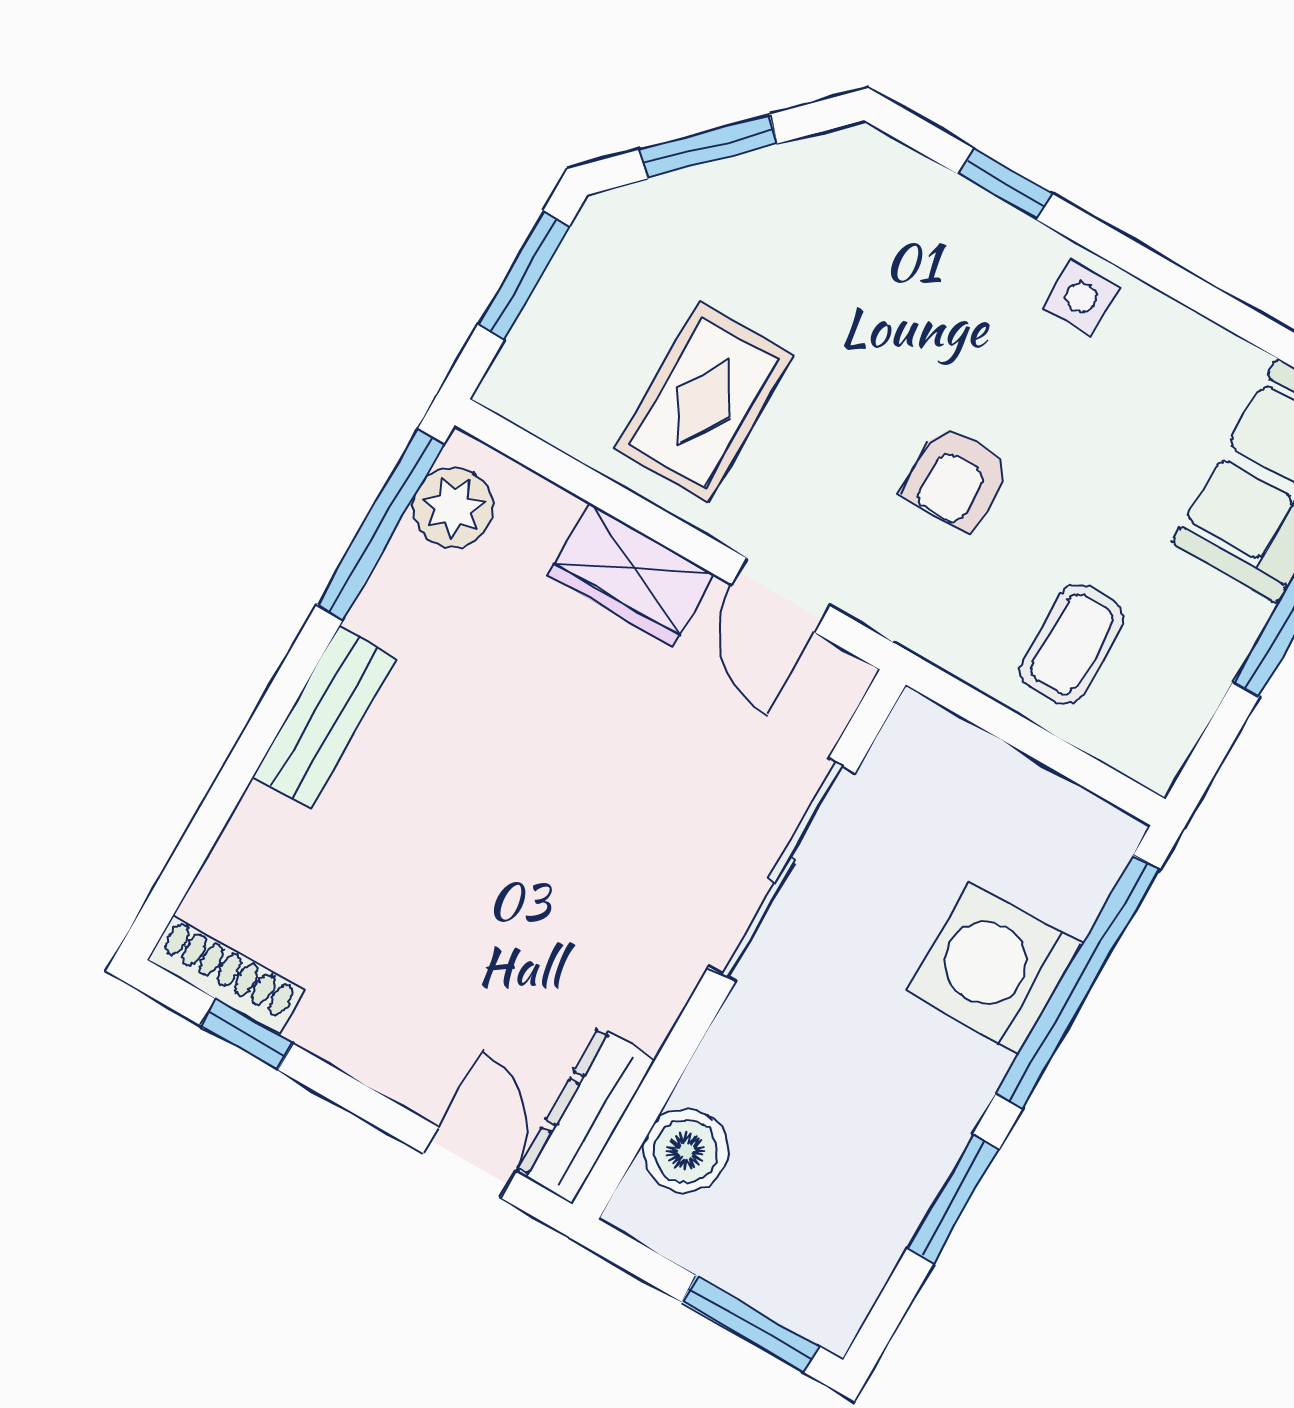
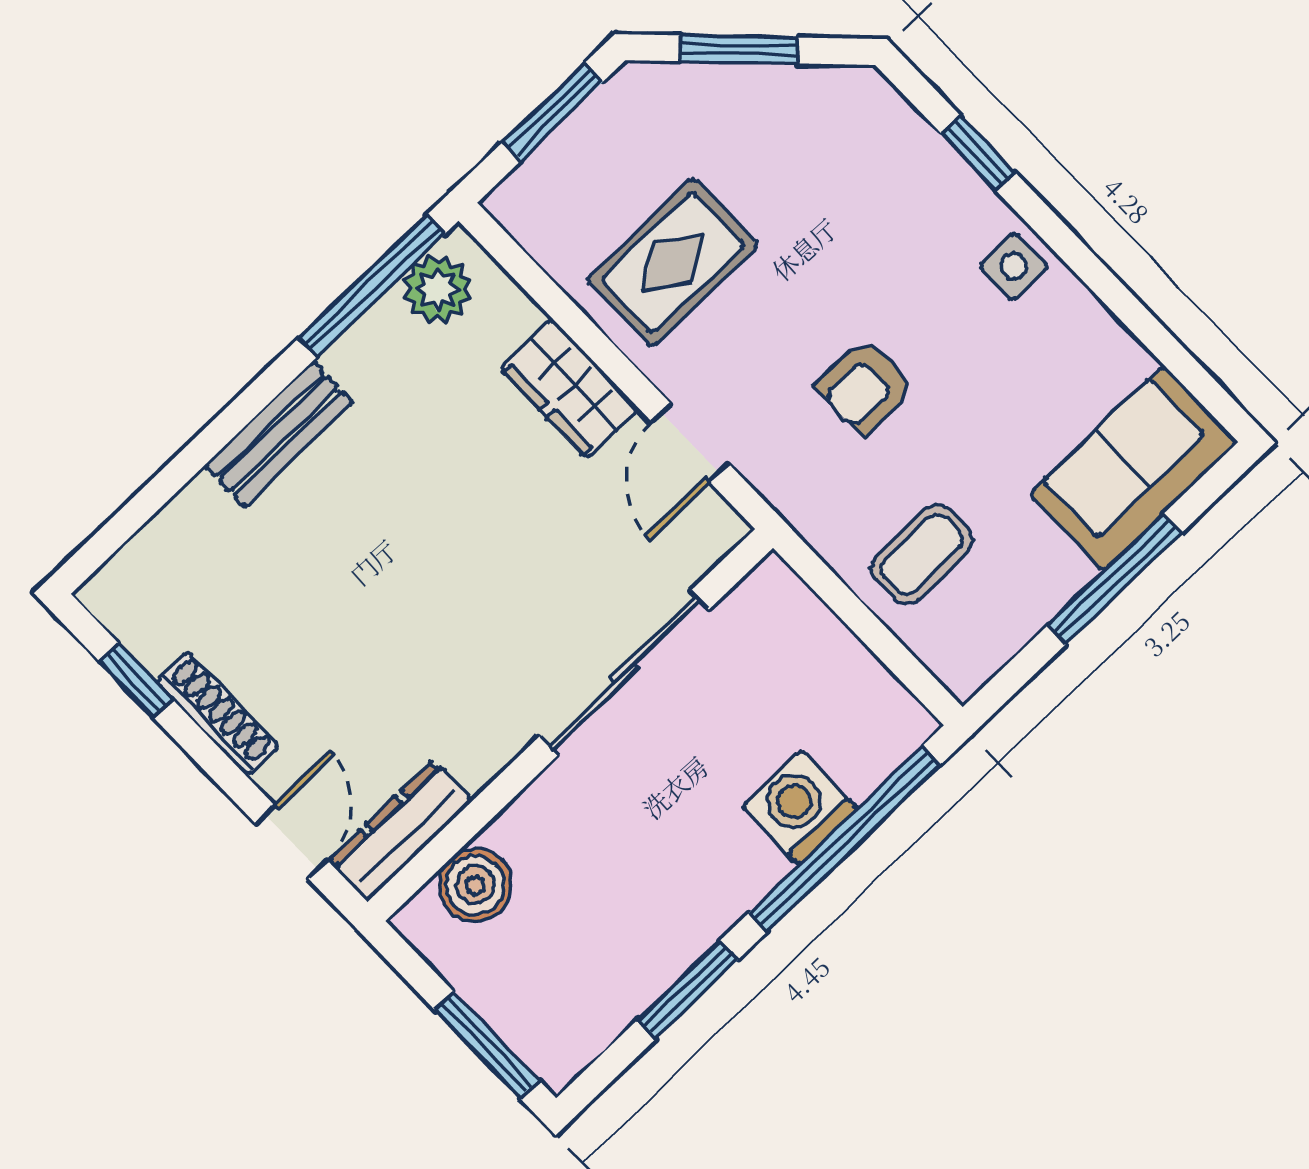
washing machine: (995, 968) -> (800, 807), width x0.73, depth x0.73
shoe rack: (226, 975) -> (217, 714), moved

